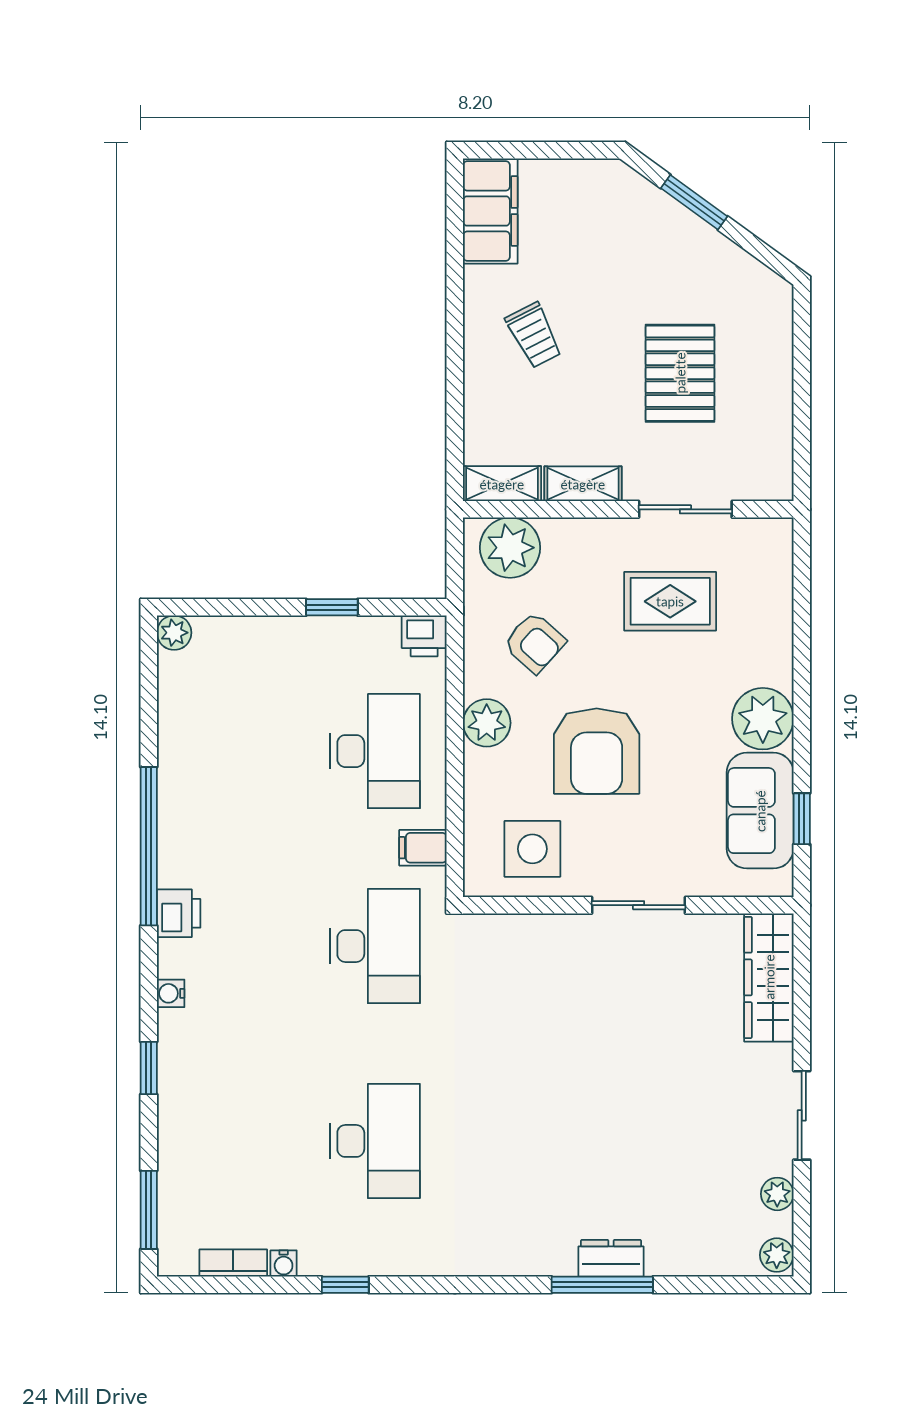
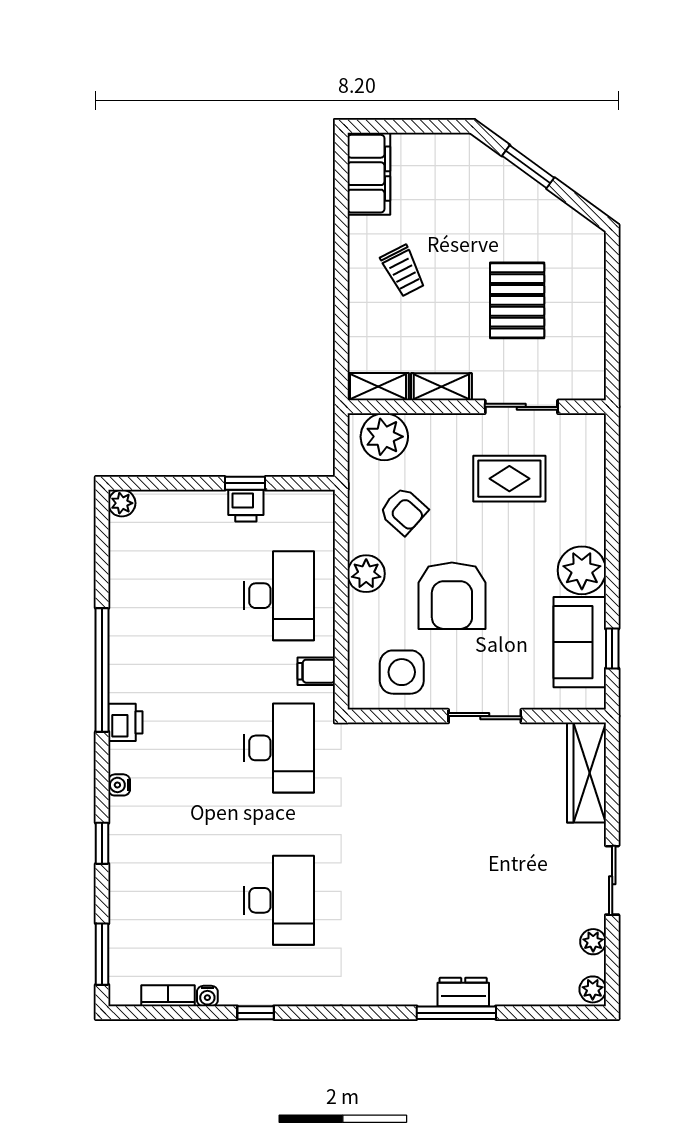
printer: (424, 636) -> (246, 506), moved

